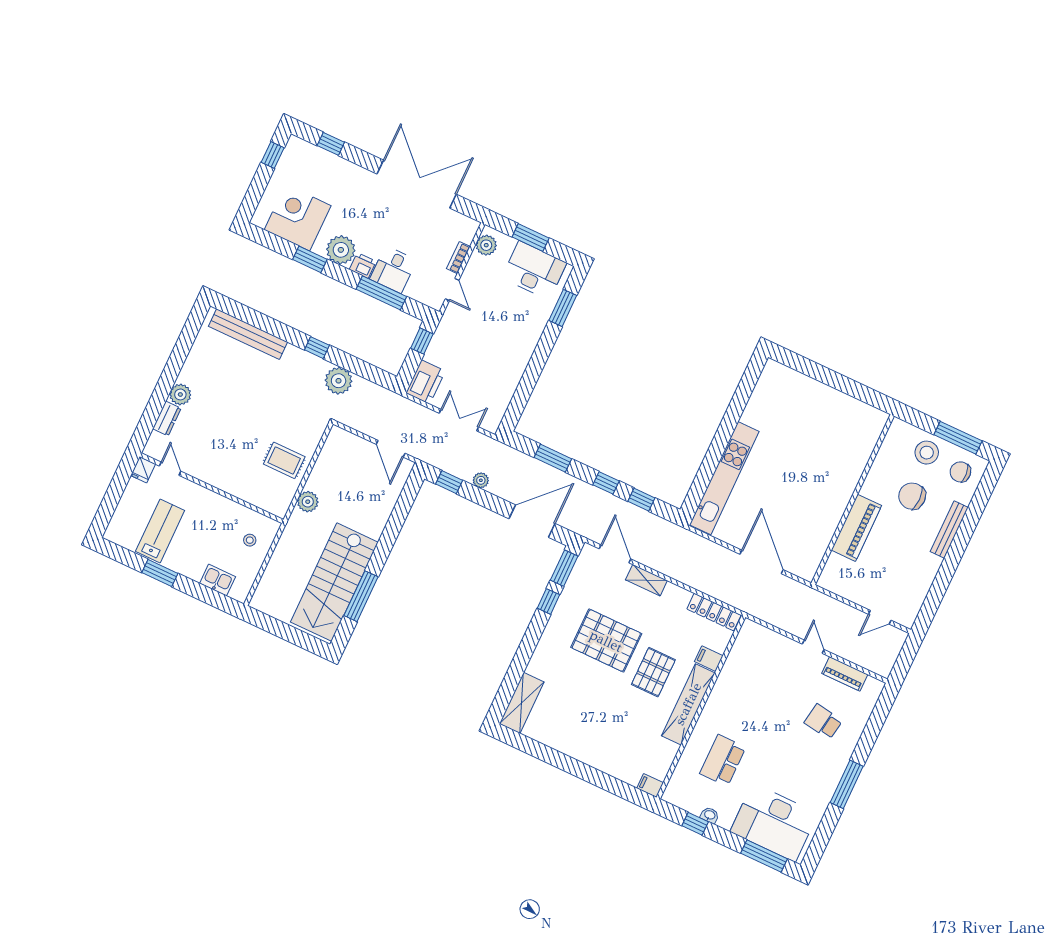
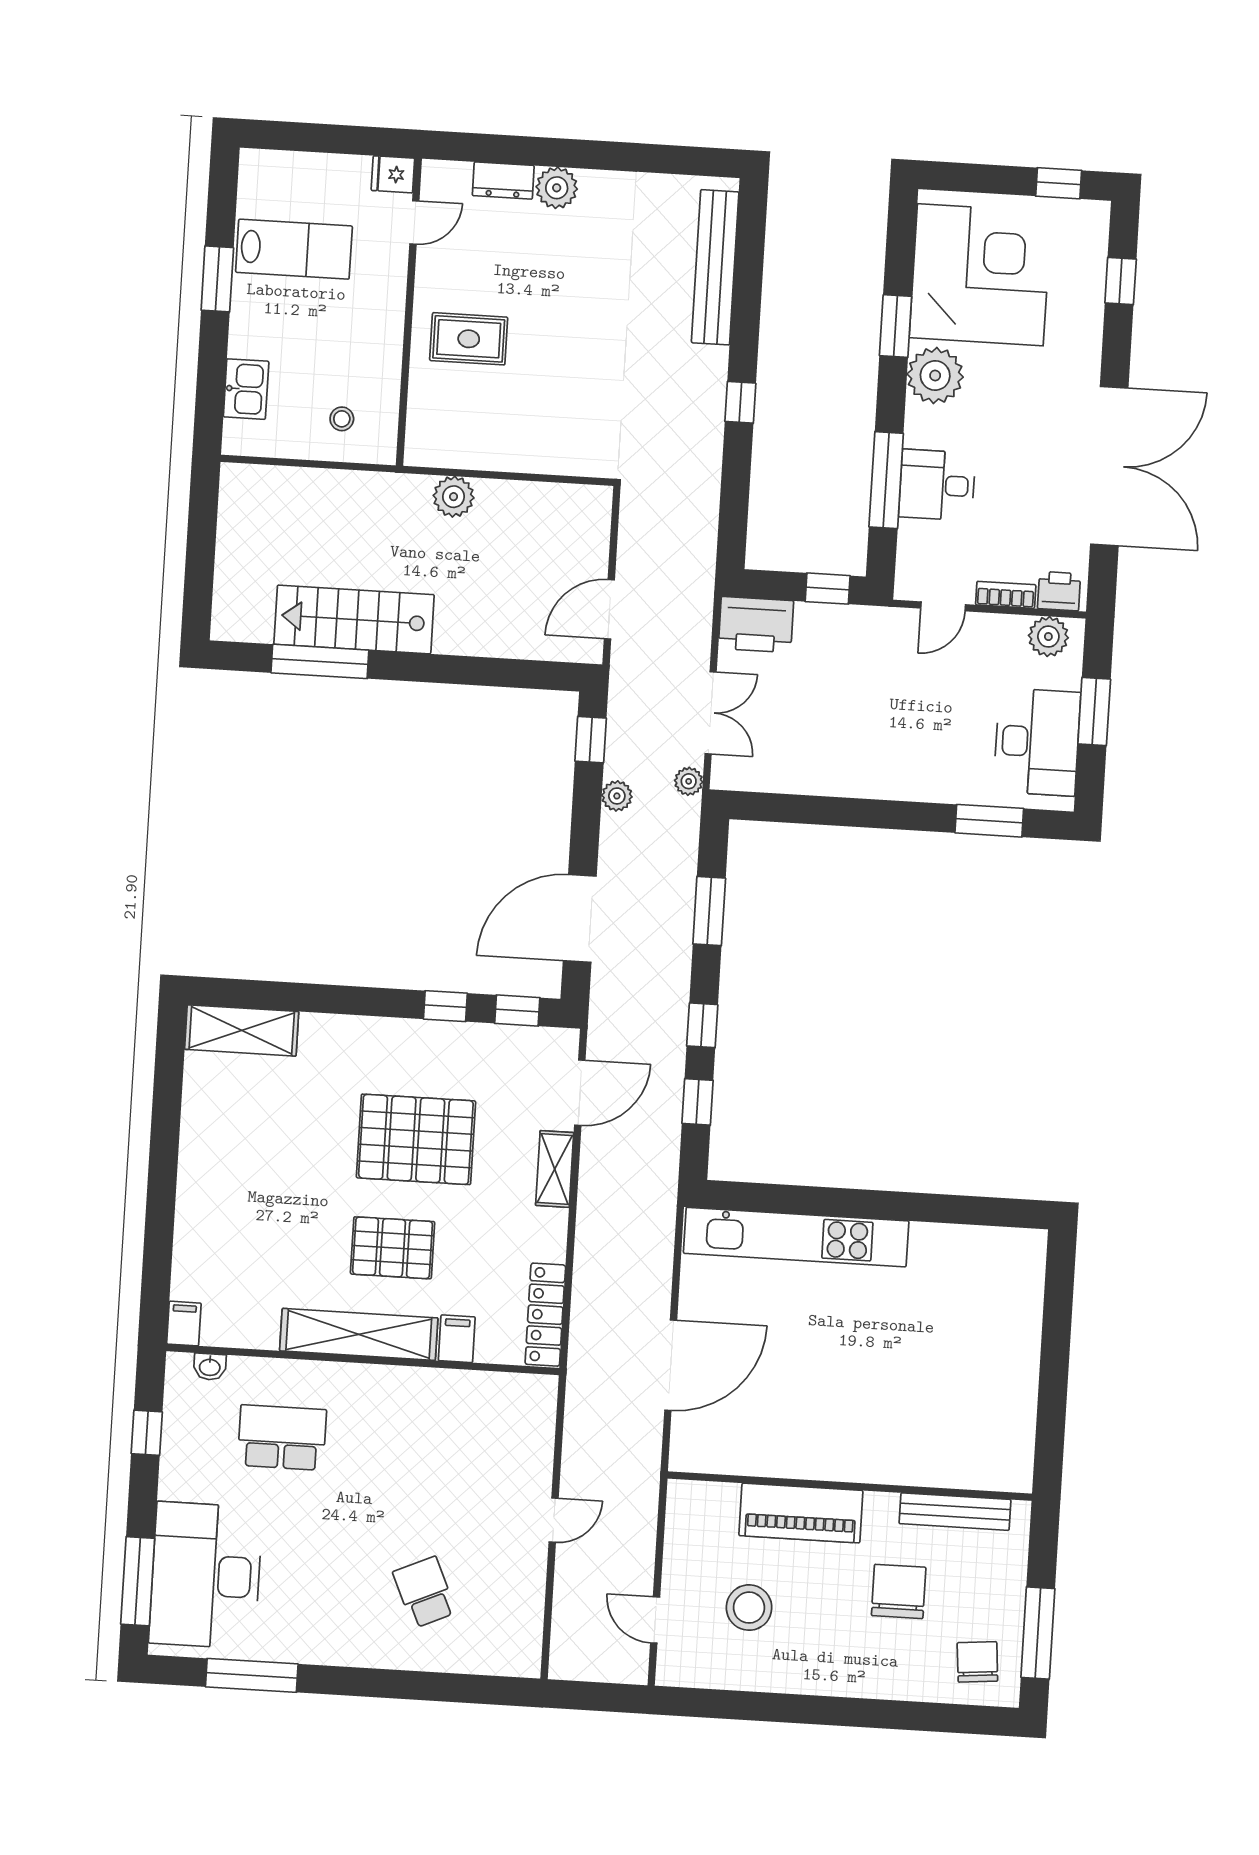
corner desk: (298, 218) -> (980, 275), width x1.36, depth x1.36
printer: (363, 265) -> (1059, 591), moved, turned -90
plant: (339, 381) -> (689, 781), moved, width x0.53, depth x0.53
stool: (927, 453) -> (749, 1608), moved
rug: (284, 460) -> (469, 339), moved, turned 90
door: (532, 521) -> (580, 918), swing flipped
bench: (949, 529) -> (955, 1512), moved
window: (564, 568) -> (517, 1011), width x0.67
stairs: (334, 582) -> (354, 620), width x0.73, depth x0.66
pallet: (606, 641) -> (416, 1139), turned 90
piano: (845, 674) -> (527, 1597), removed
school desk: (823, 722) -> (425, 1592), turned -33
window: (847, 784) -> (252, 1675), moved
washbasin: (710, 815) -> (210, 1367), moved, turned 90

